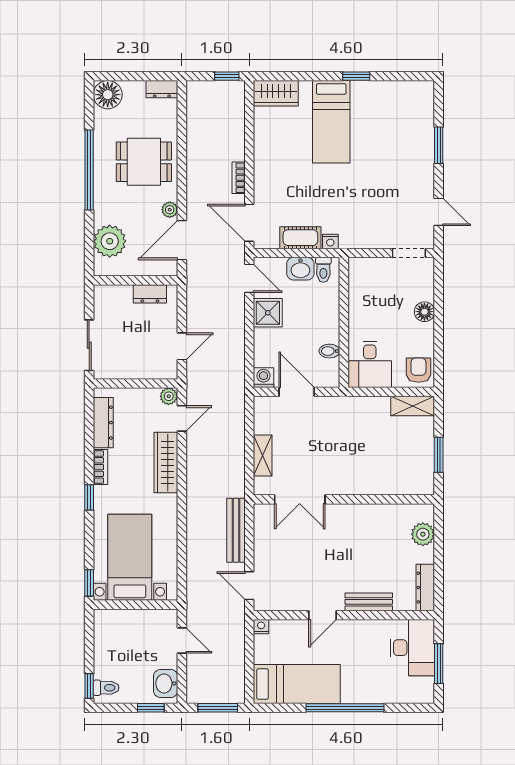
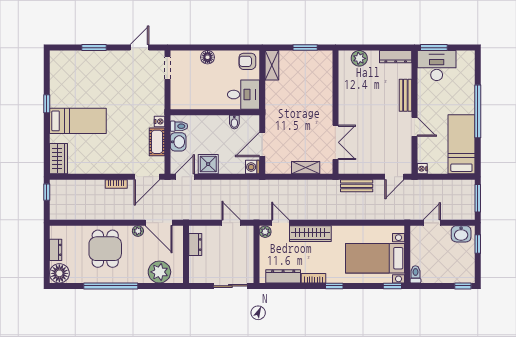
dresser: (162, 89) -> (56, 250), moved
bench: (236, 530) -> (357, 186), width x0.73
window: (439, 664) -> (434, 48), moved
toilet: (106, 688) -> (415, 274), moved

